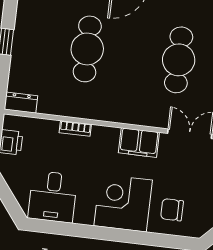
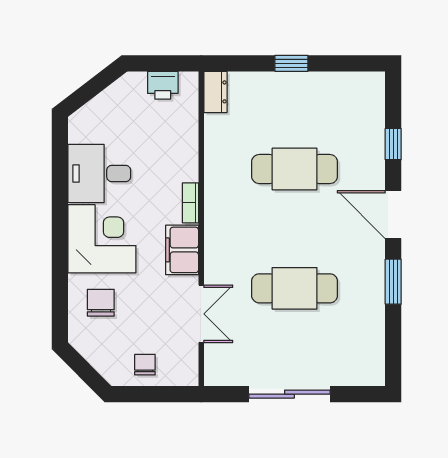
bookcase: (75, 128) -> (190, 203), moved
desk: (53, 197) -> (99, 173), moved

